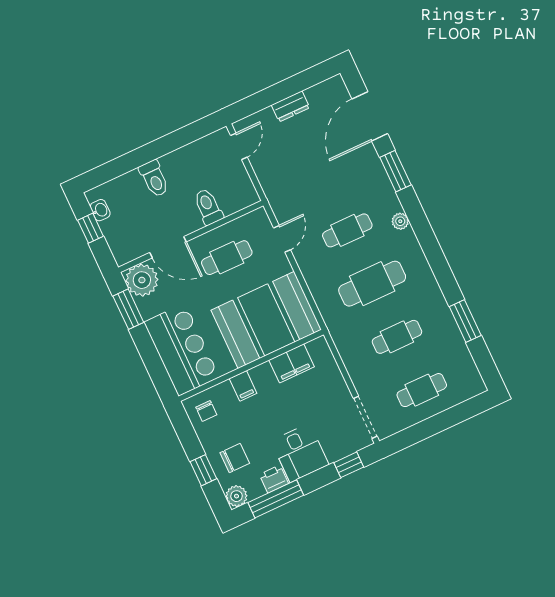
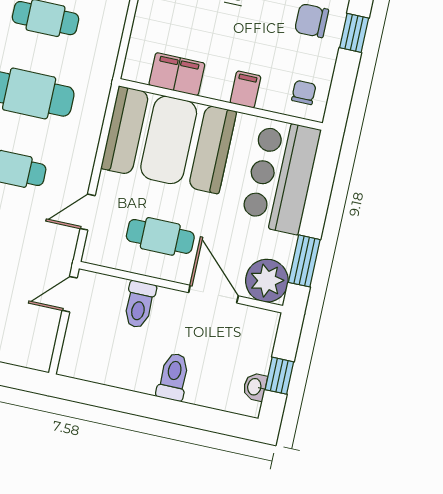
door: (239, 146) -> (70, 294), moved

